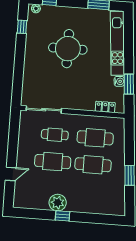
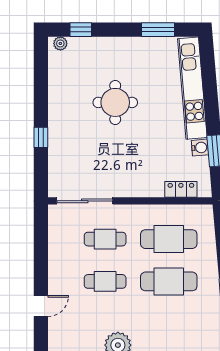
window: (22, 27) -> (41, 137), moved
round table: (68, 49) -> (115, 102), width x0.73, depth x0.73
cafe table: (53, 162) -> (105, 281), width x0.73, depth x0.74

